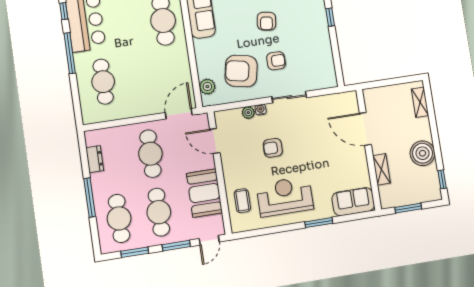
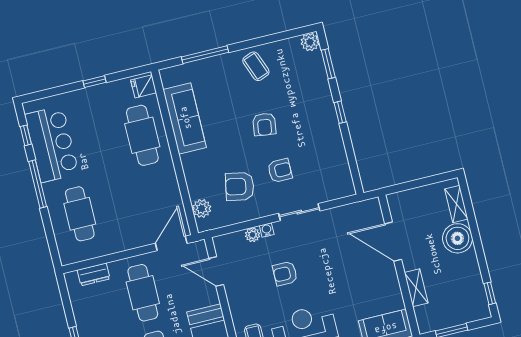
armchair: (241, 71) -> (240, 186), width x0.73, depth x0.73
boiler: (422, 153) -> (457, 238), moved
dresser: (95, 159) -> (94, 274), moved, turned 90

